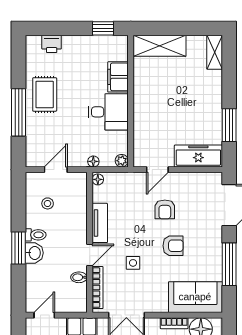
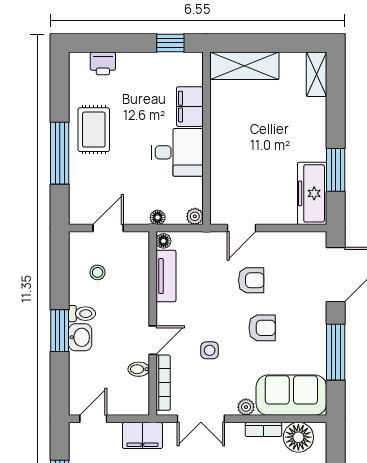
freezer: (198, 156) -> (312, 193), moved, turned -90
armchair: (165, 209) -> (251, 280), turned -90
tv unit: (100, 223) -> (166, 276), moved
plant: (161, 306) -> (246, 407), added

